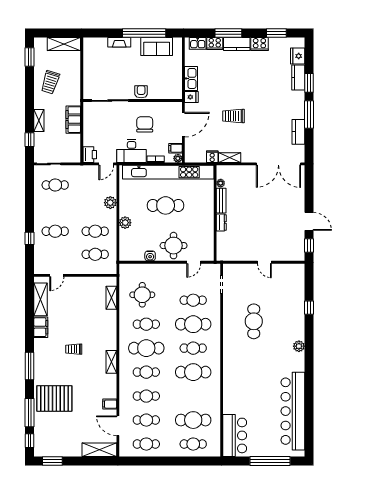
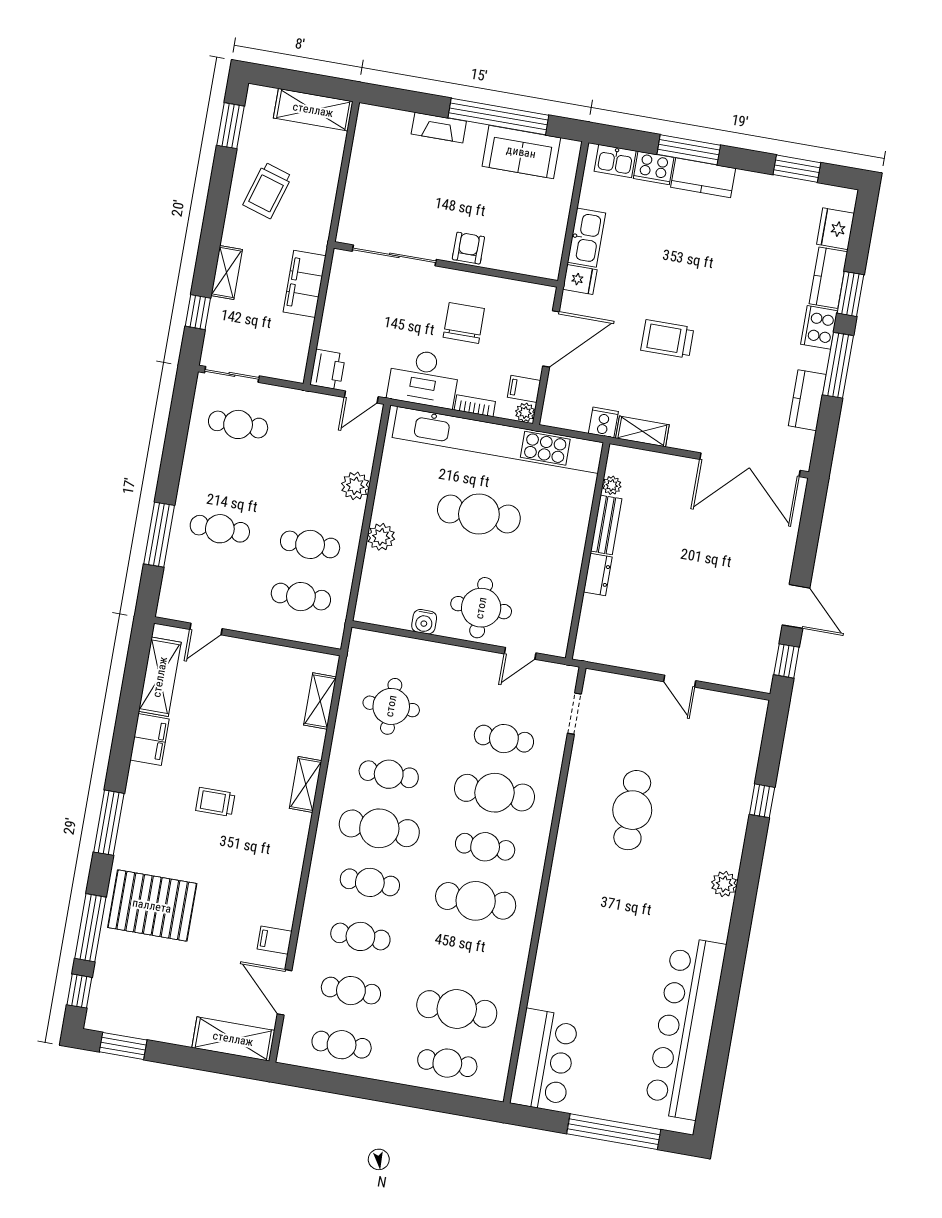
cooker: (259, 44) -> (819, 327), moved, turned 90
window: (30, 238) -> (159, 535), width x2.17
shelving: (111, 362) -> (306, 785), moved

